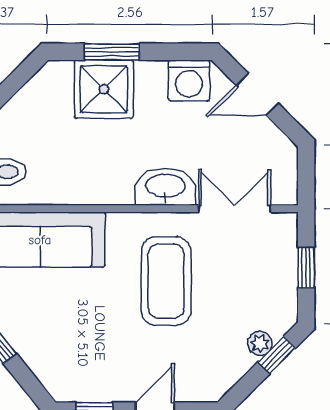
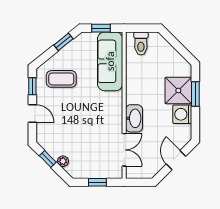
washing machine: (189, 80) -> (182, 114), moved
coffee table: (166, 281) -> (61, 79), moved, width x0.73, depth x0.76
window: (277, 355) -> (48, 159), moved

